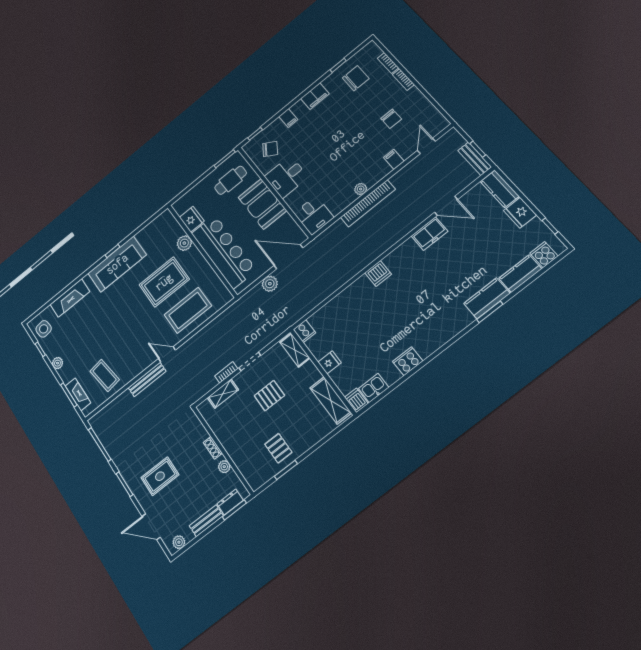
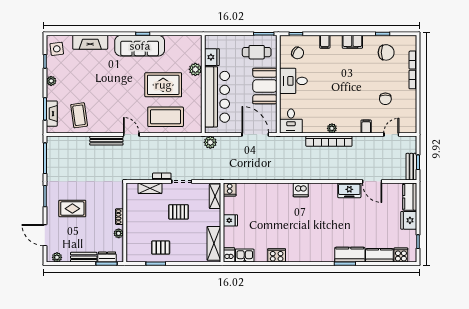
plant: (270, 284) -> (210, 142), moved
pallet: (278, 448) -> (161, 248), turned 90

